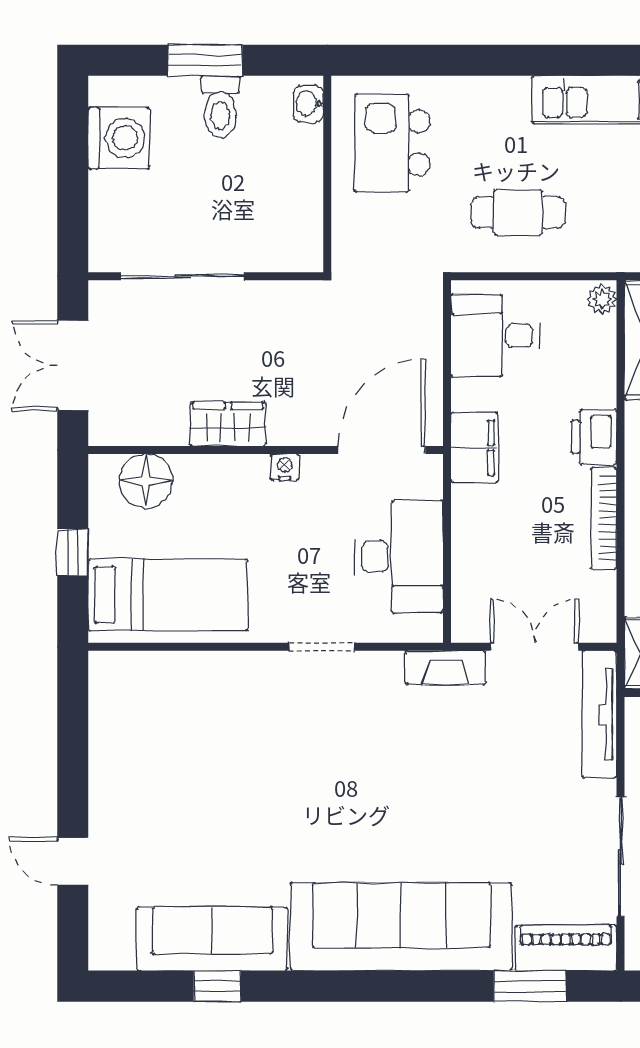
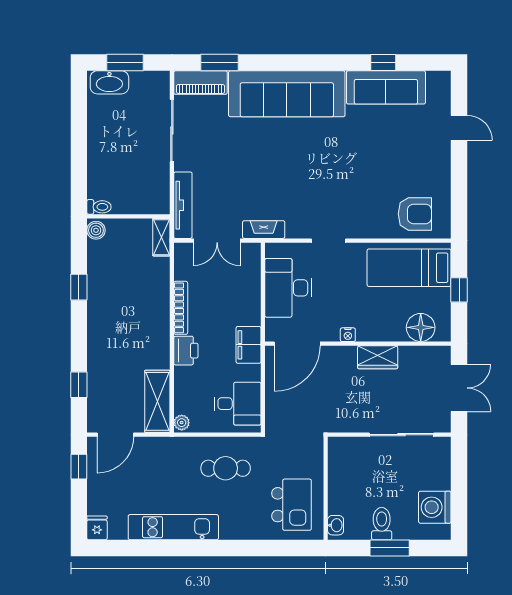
armchair: (157, 697) -> (415, 214), added

